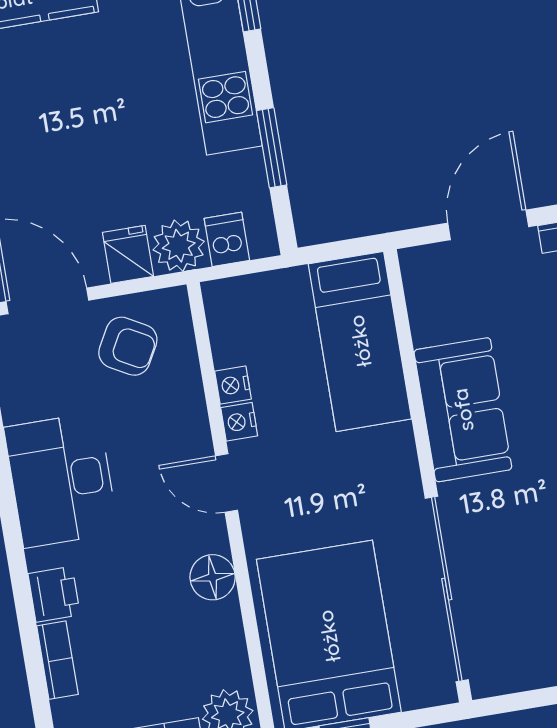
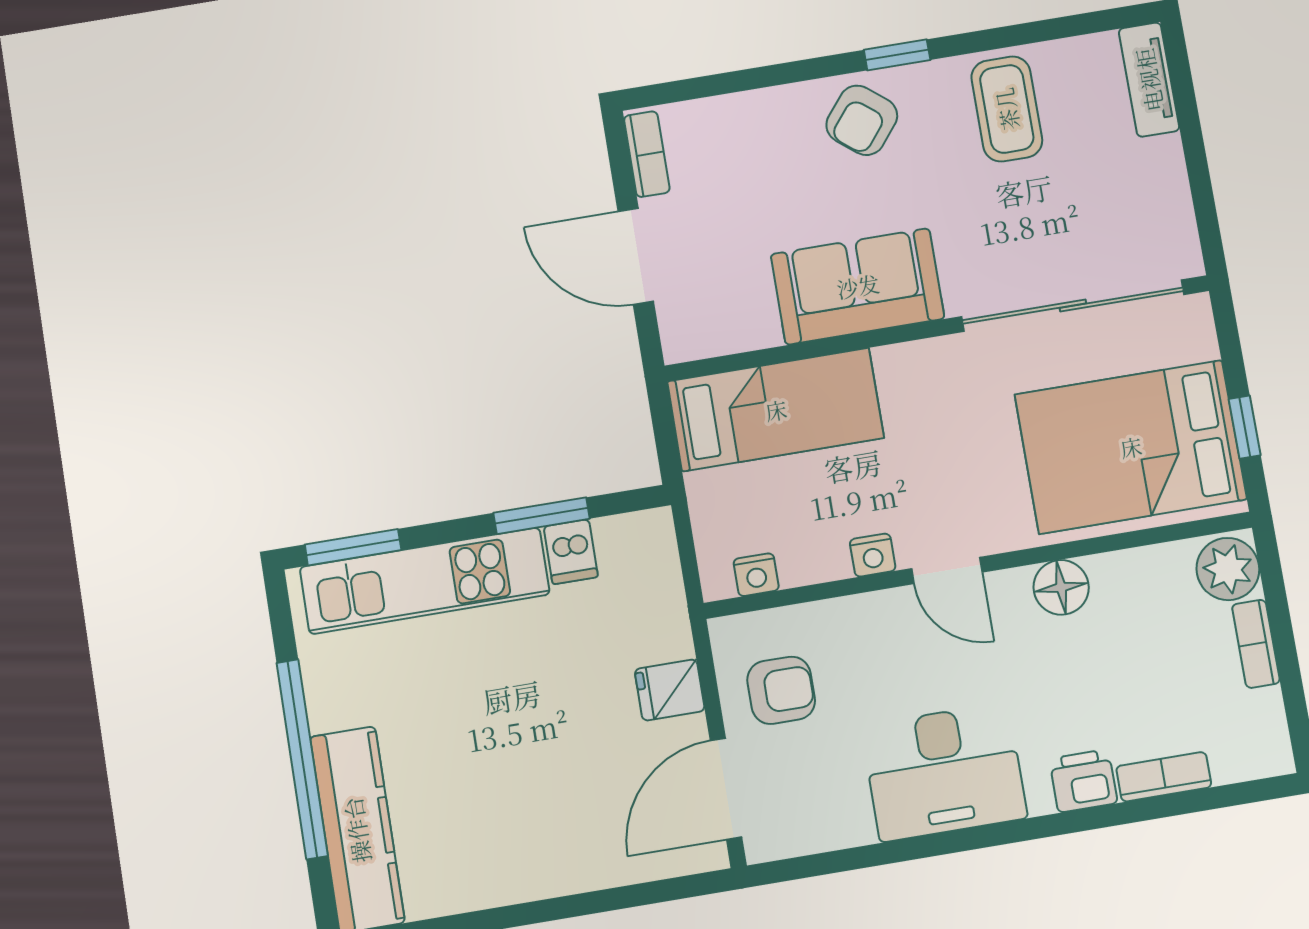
dishwasher: (227, 239) -> (571, 552), moved, turned -90
plant: (179, 246) -> (659, 628), removed
armchair: (128, 346) -> (781, 690), turned 61
nightstand: (233, 385) -> (756, 575), moved
door: (226, 483) -> (947, 570), hinge flipped

